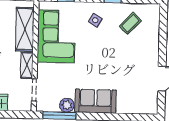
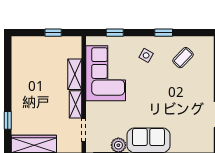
shelving: (25, 29) -> (75, 74), width x0.67, depth x0.75

